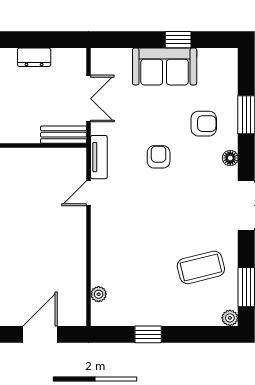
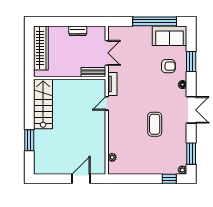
window: (178, 40) -> (155, 21), width x3.17
sofa: (165, 66) -> (170, 36), moved
armchair: (159, 157) -> (144, 84), removed
coffee table: (201, 267) -> (155, 124), moved, turned -76
window: (148, 334) -> (169, 179), moved

